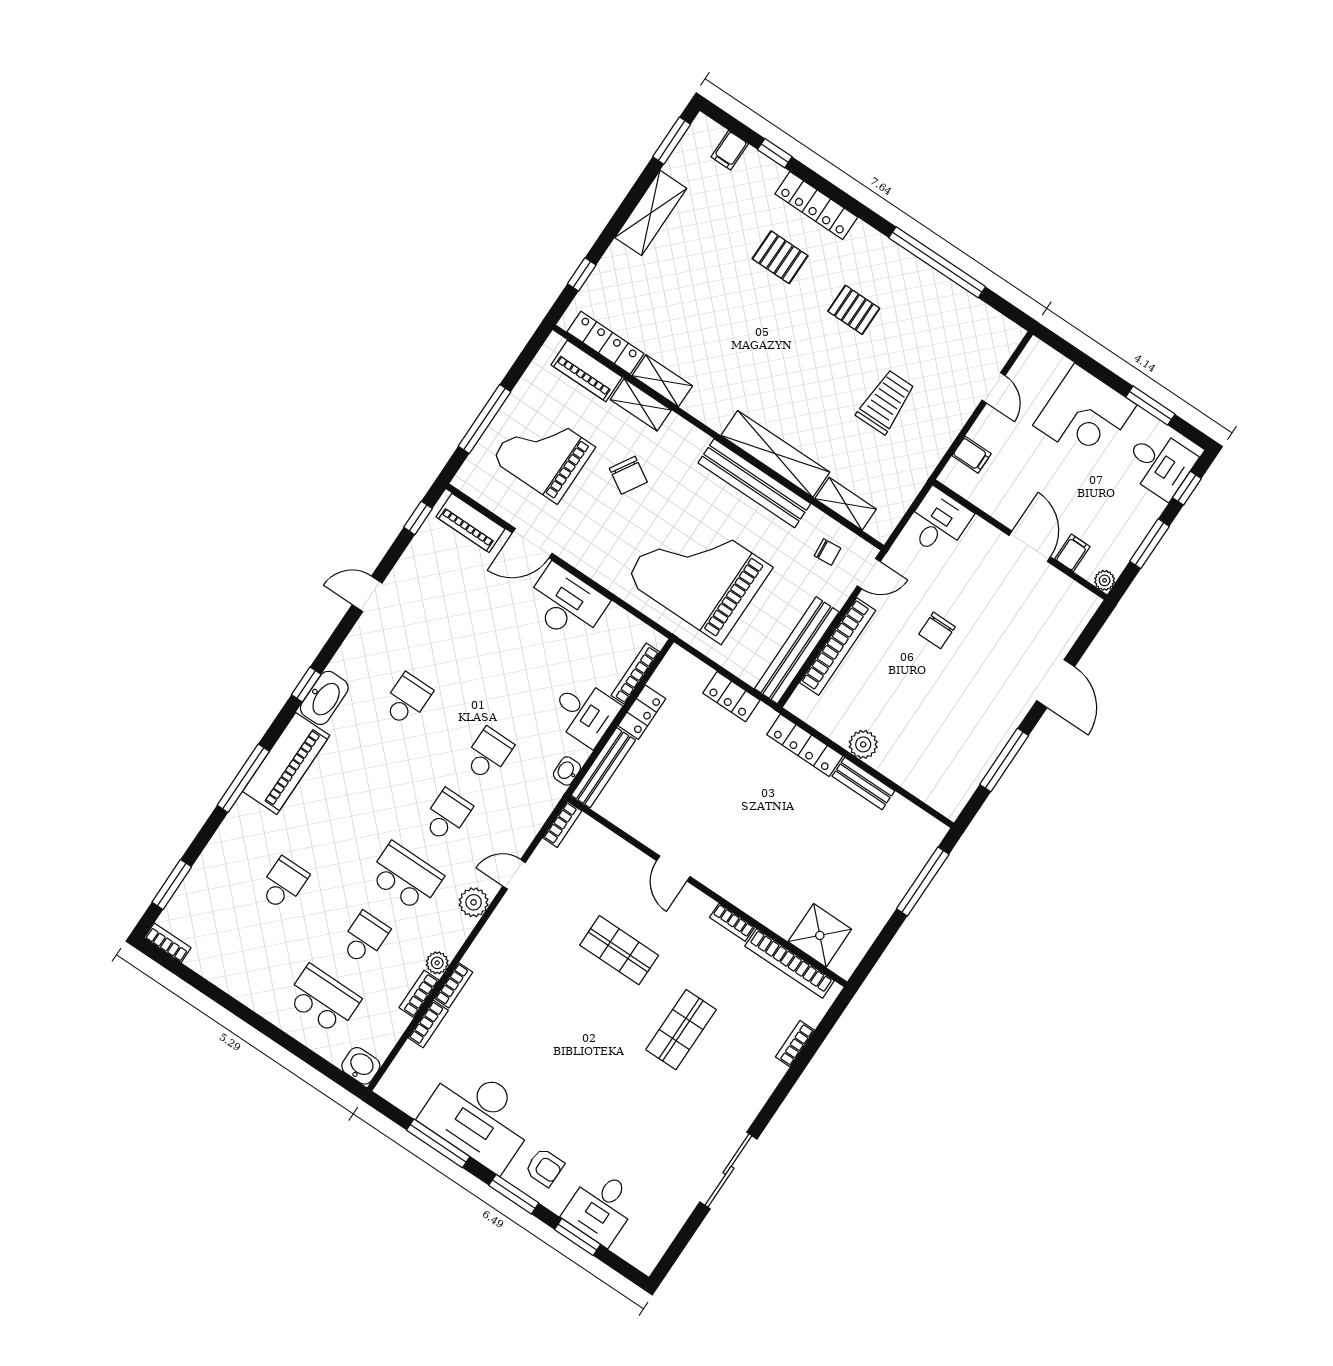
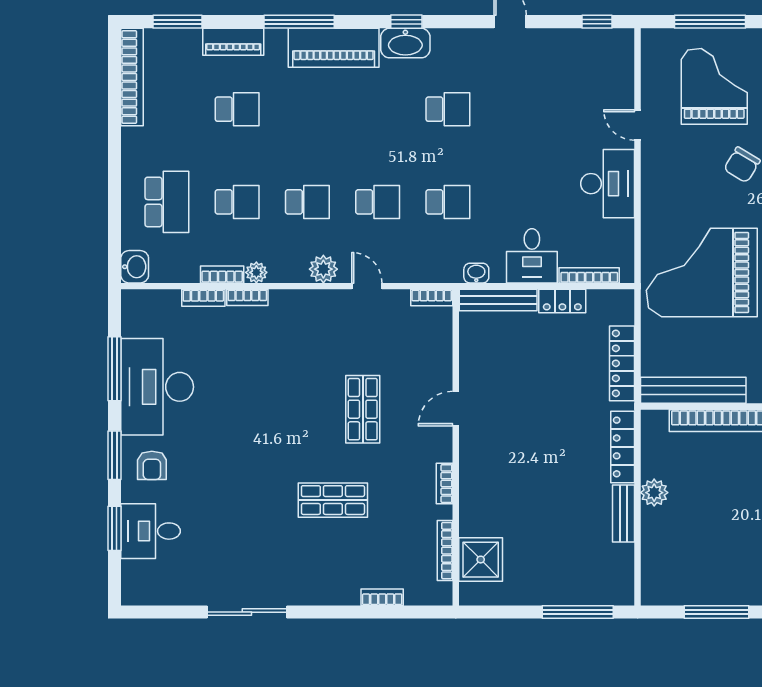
piano: (471, 523) -> (233, 42), moved, turned -90
door: (532, 543) -> (638, 125), width x0.73
grand piano: (699, 574) -> (702, 273), turned -90
locker: (731, 697) -> (622, 363), width x1.53
school desk: (406, 877) -> (307, 202), width x0.54
bookcase: (168, 943) -> (132, 77), width x2.31, depth x1.31
bookcase: (790, 963) -> (445, 551), width x0.68, depth x0.76

